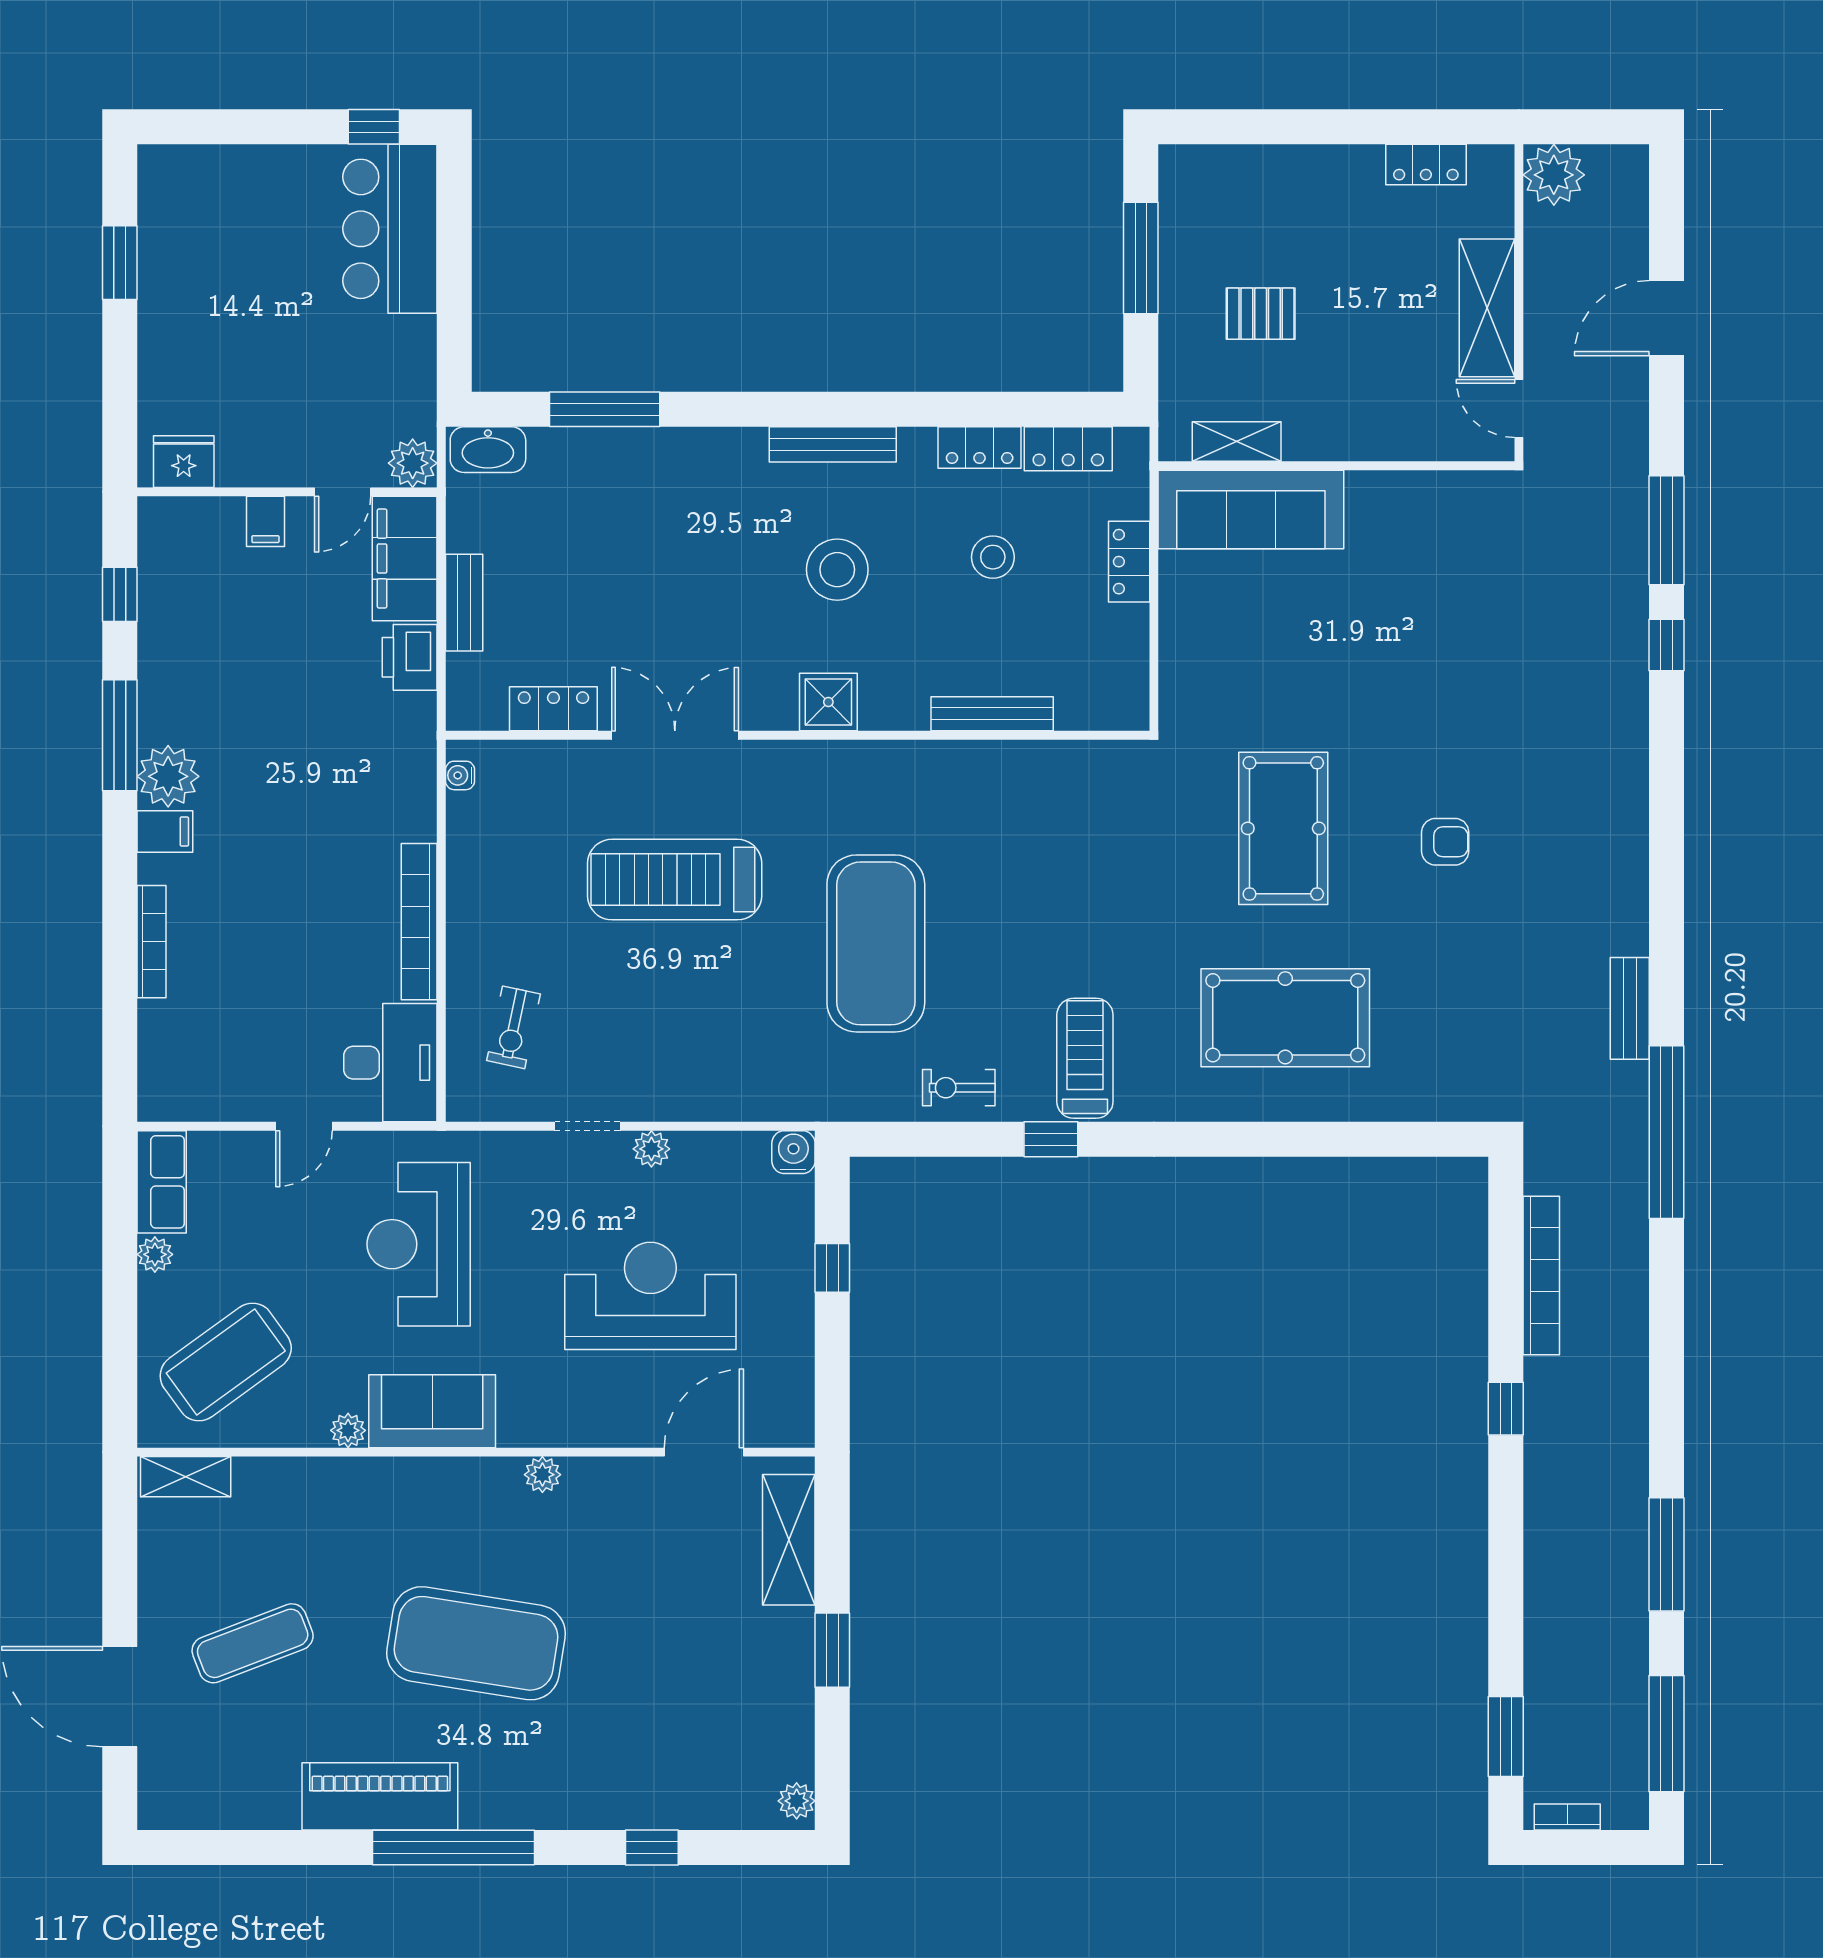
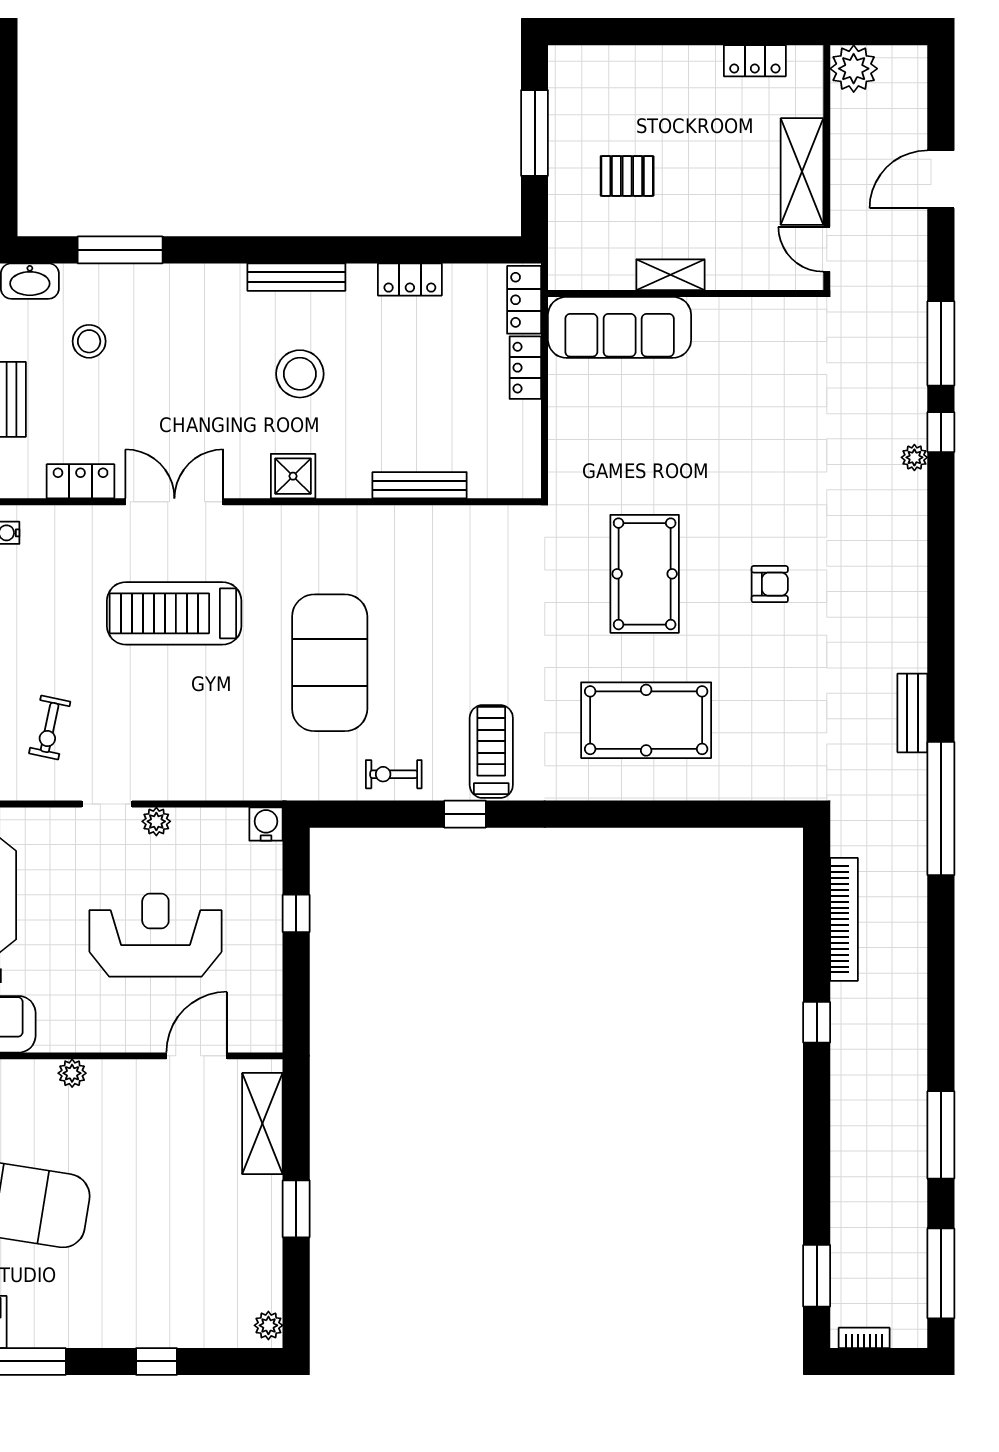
shelving: (1237, 441) -> (670, 275), moved
locker: (1068, 449) -> (524, 300), moved, turned 90
stool: (993, 557) -> (89, 341), moved
plant: (1632, 678) -> (914, 457), added

